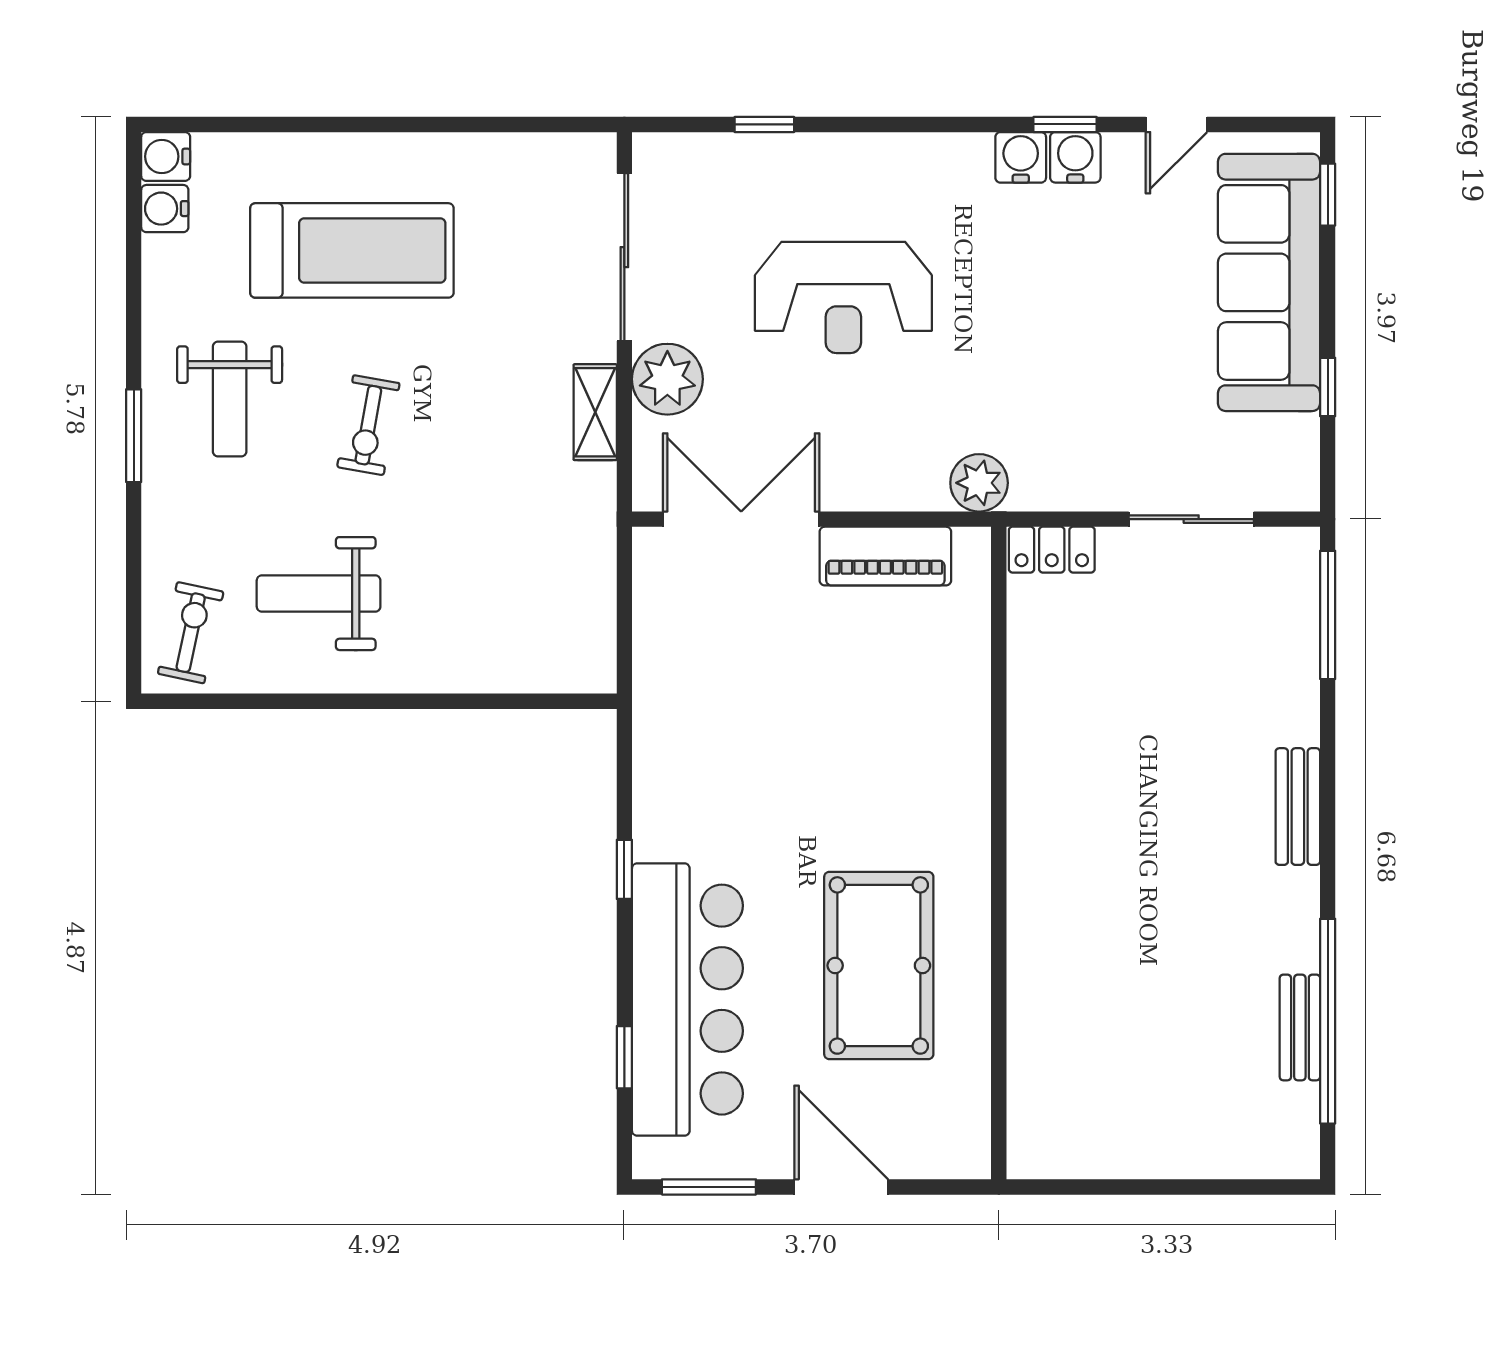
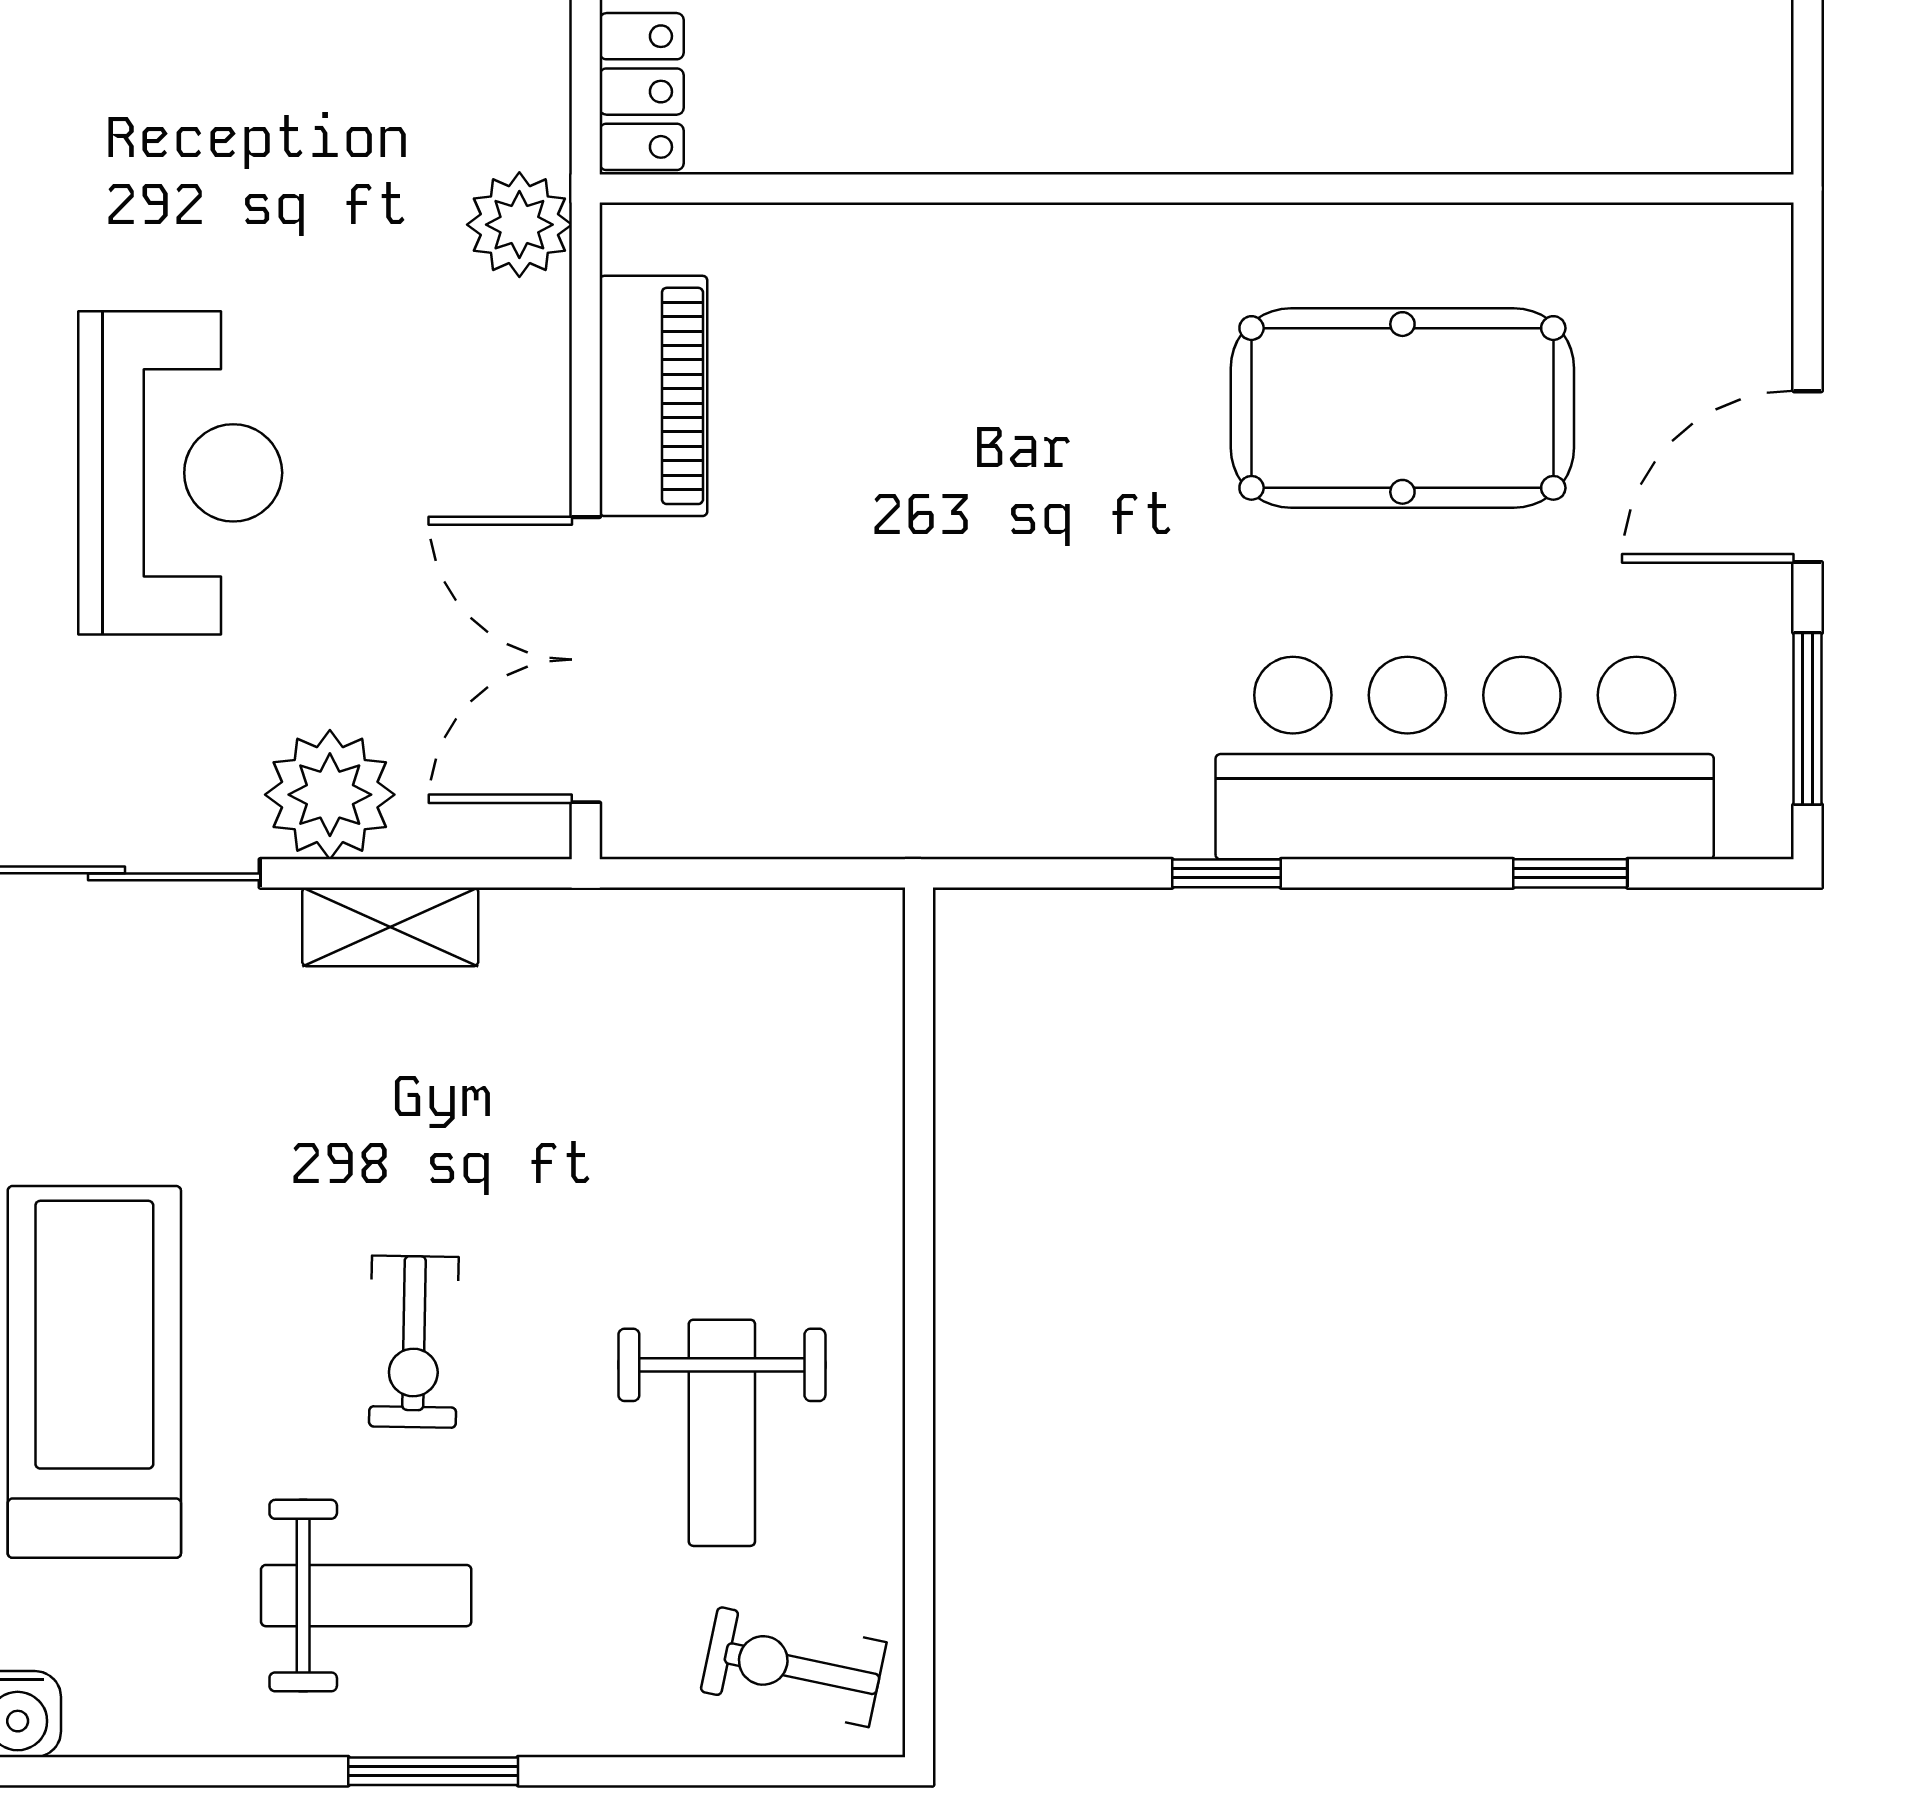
exercise bike: (368, 425) -> (414, 1342), turned 81

